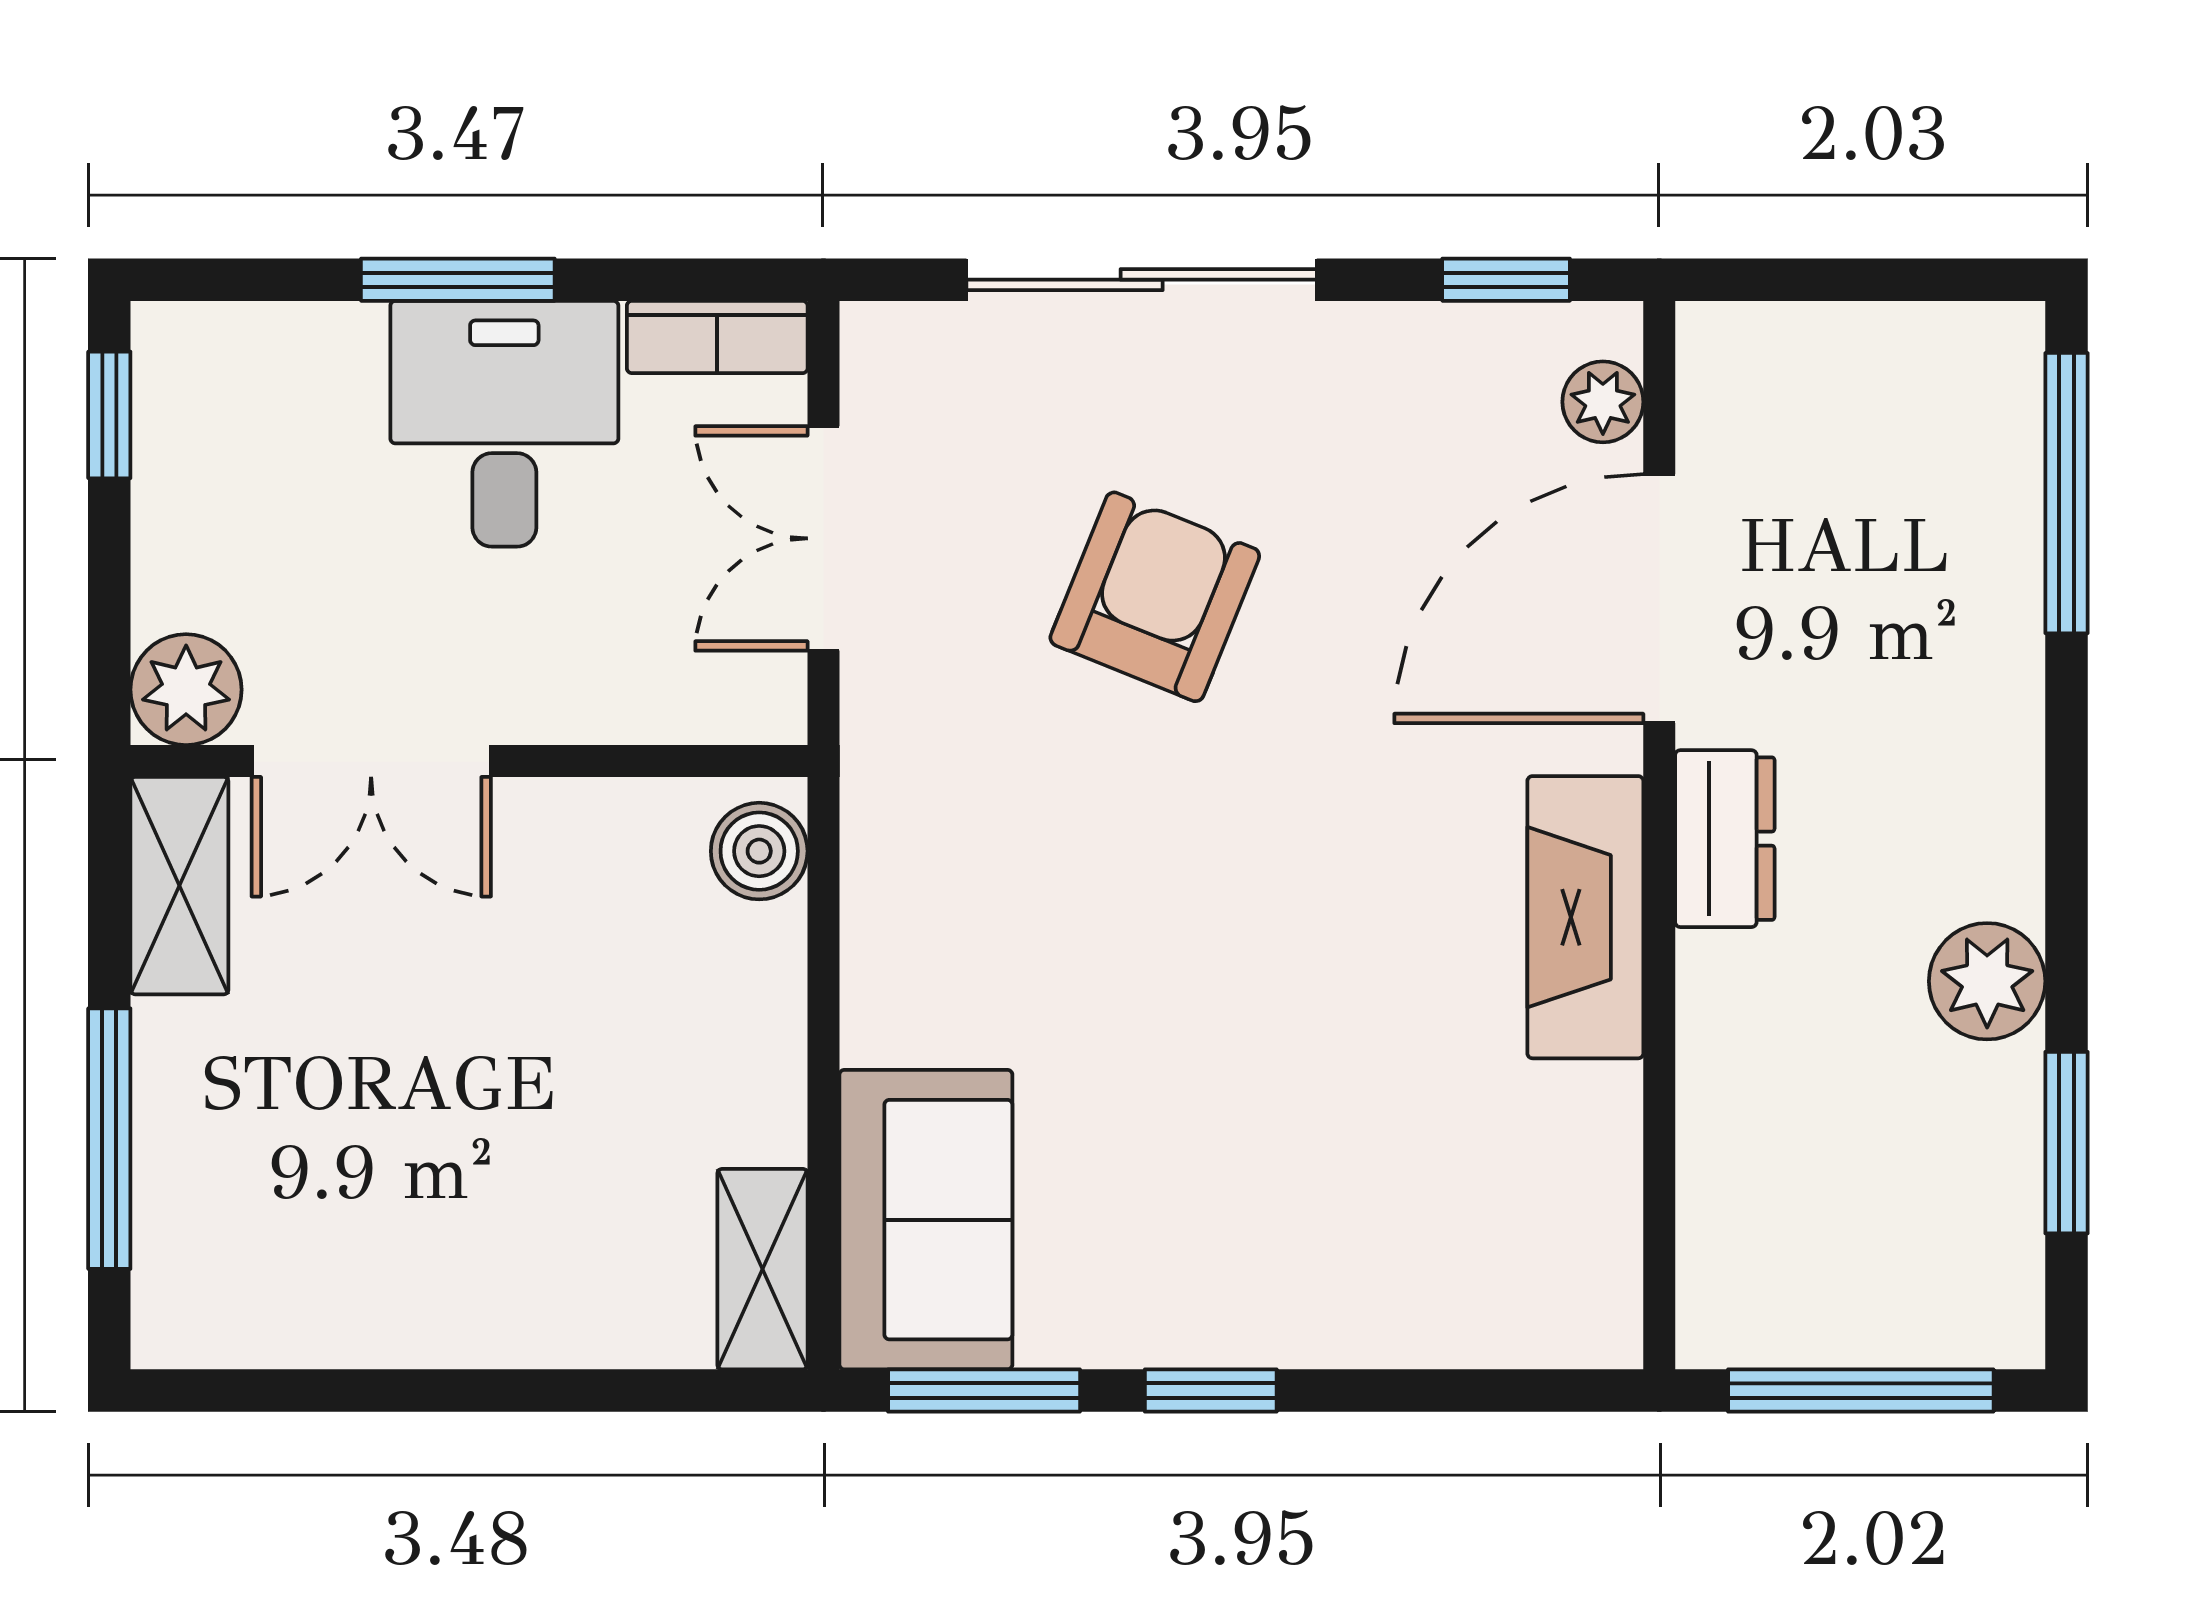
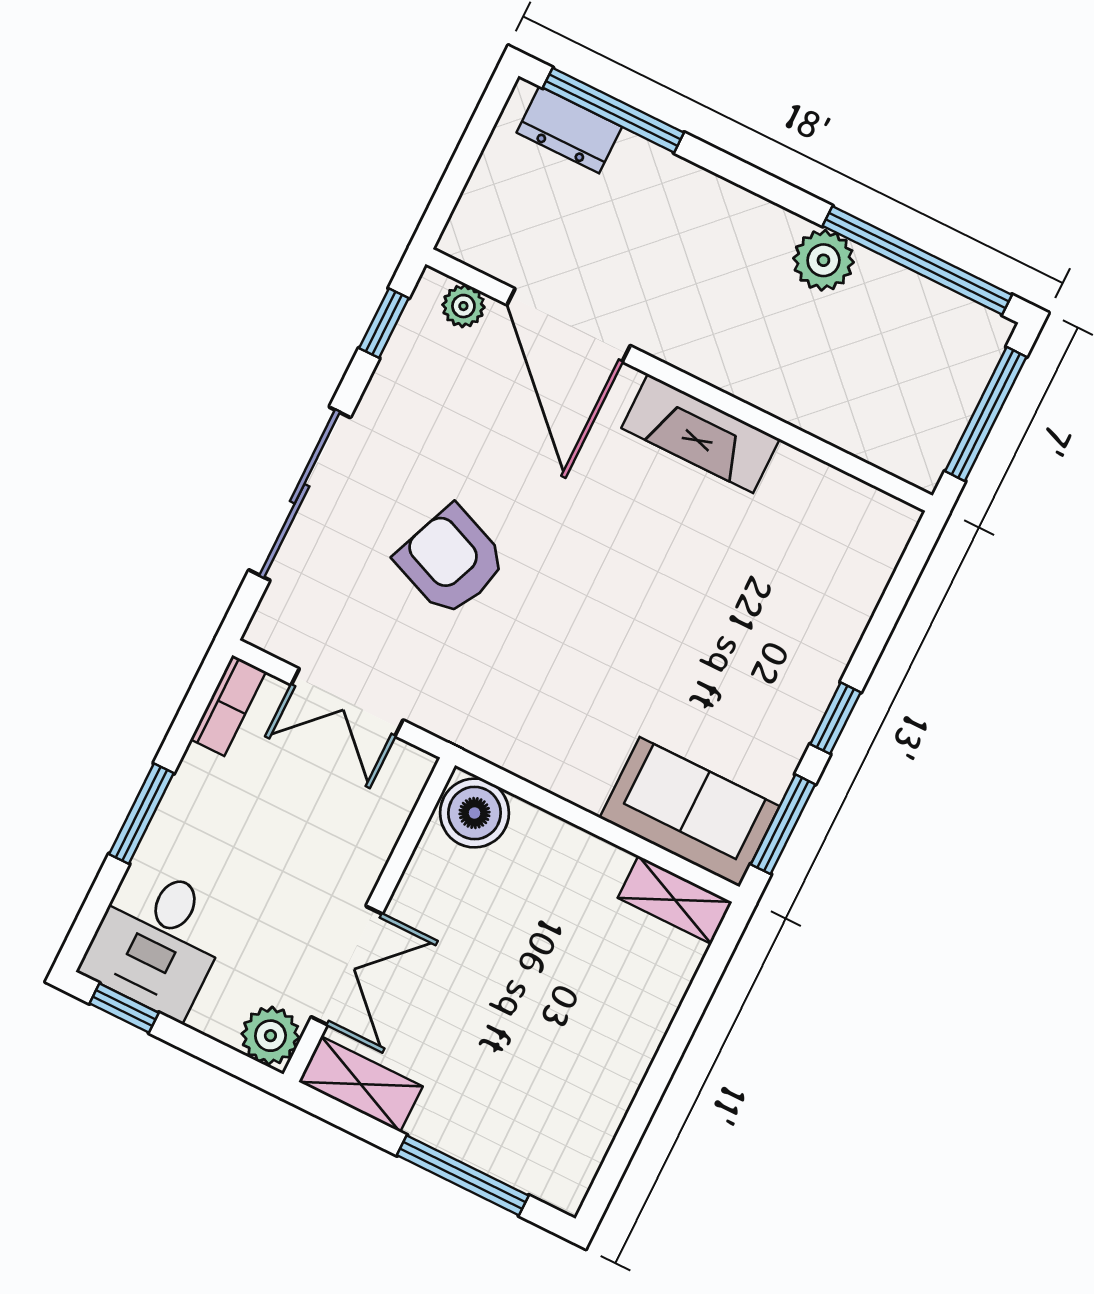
desk: (504, 424) -> (157, 941), moved, turned -90
dresser: (1725, 839) -> (569, 130), moved, turned 180
boiler: (759, 851) -> (474, 813), width x1.36, depth x1.36
window: (2067, 1143) -> (917, 260), width x2.11

